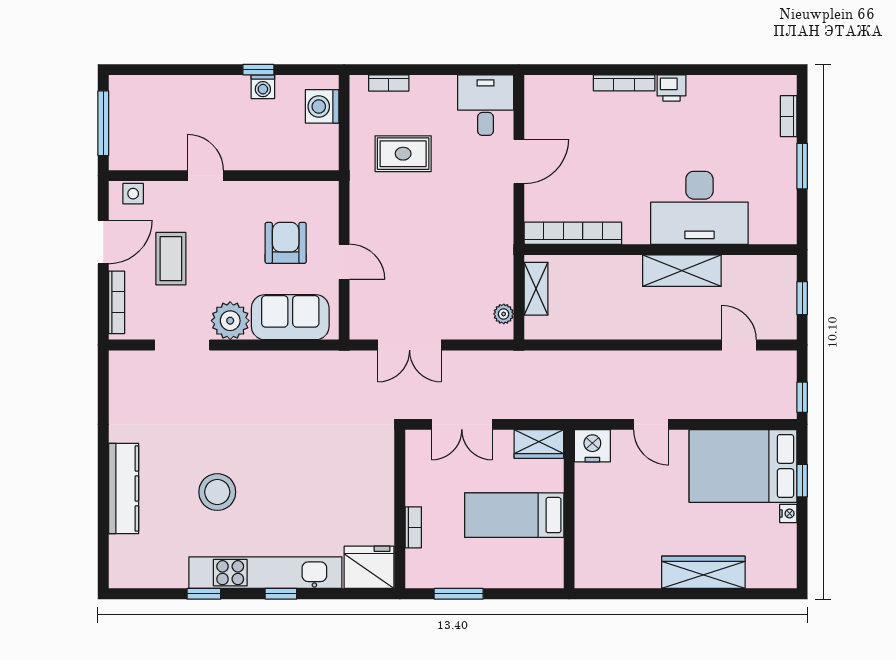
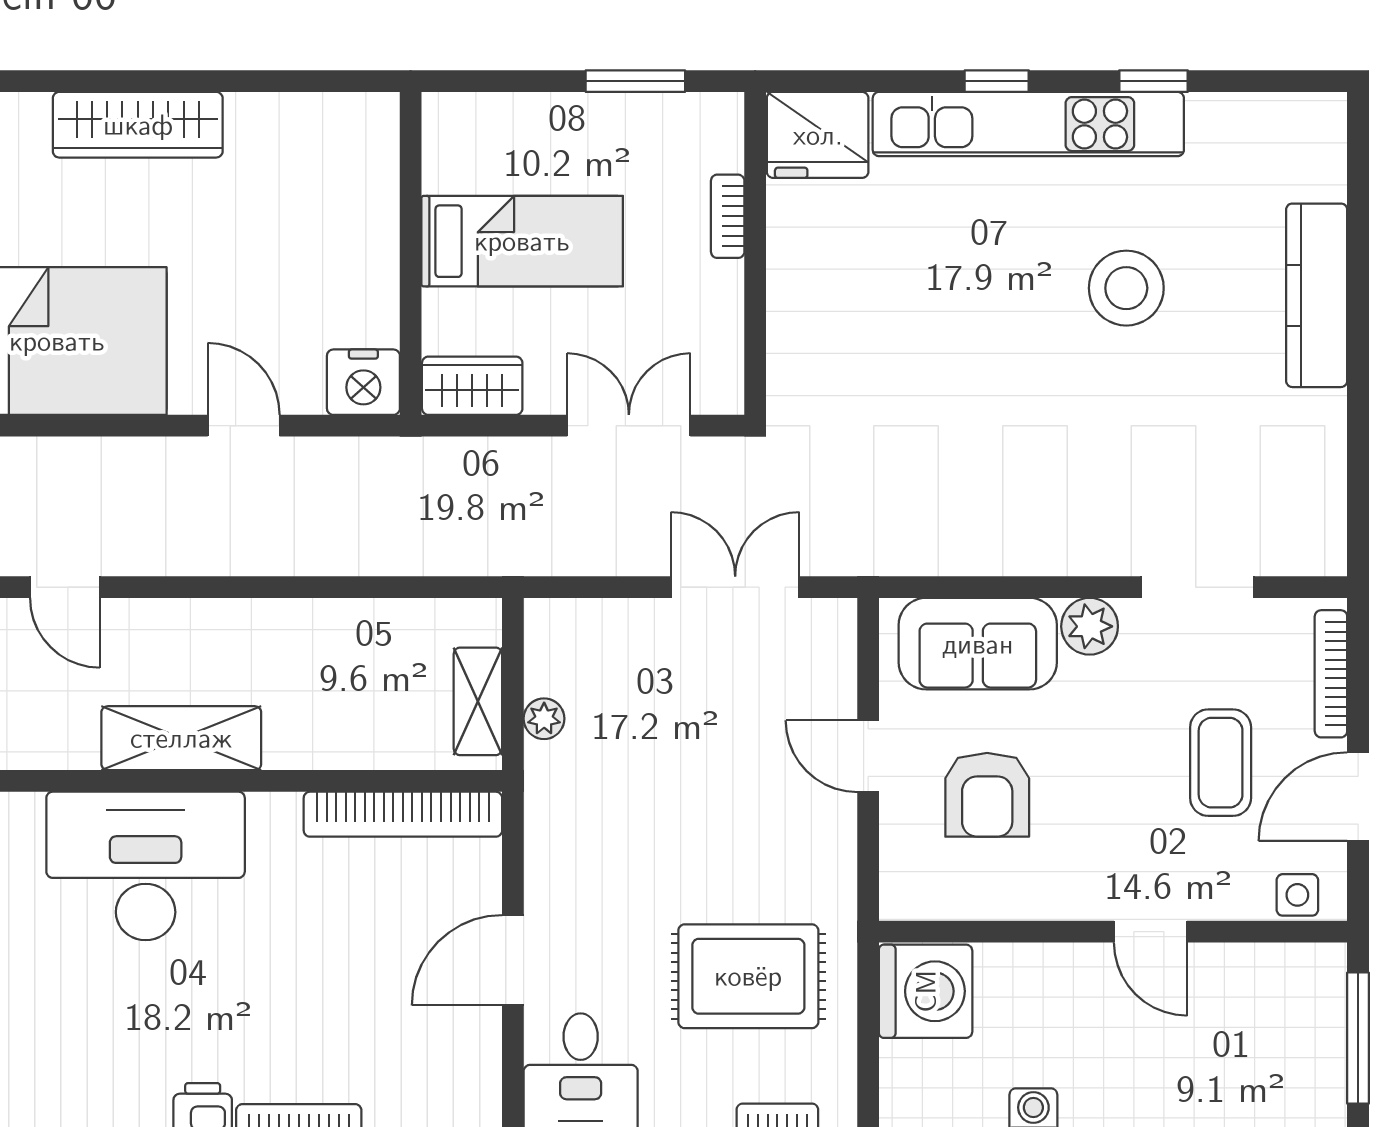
washing machine: (322, 106) -> (926, 991), moved, width x1.37, depth x1.37
rug: (403, 154) -> (748, 976), width x1.36, depth x1.43
plant: (504, 314) -> (544, 719), moved
plant: (230, 321) -> (1090, 626), width x0.73, depth x0.73

